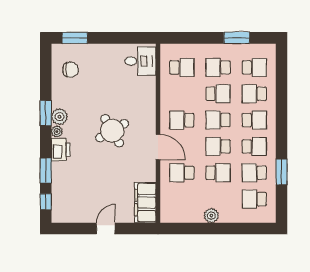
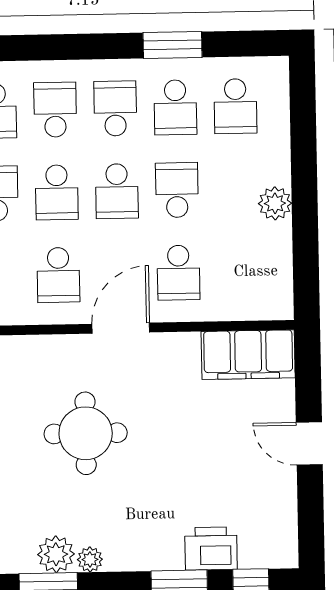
round table: (112, 131) -> (86, 433), turned 30
printer: (61, 150) -> (211, 549), moved

